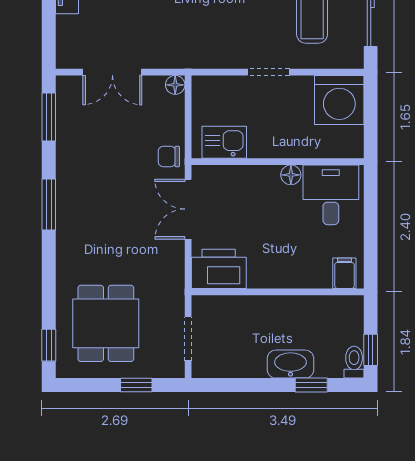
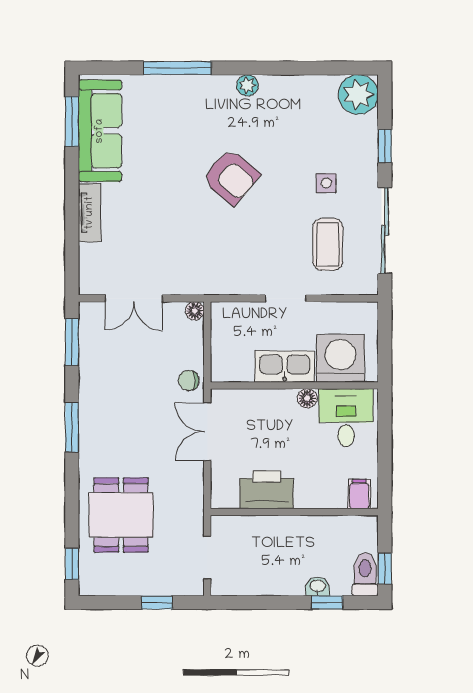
washing machine: (339, 100) -> (340, 358), moved, turned 180
kitchen sink: (224, 142) -> (285, 367), moved, width x1.38
printer: (219, 269) -> (267, 490), moved
dining table: (106, 323) -> (121, 515), moved
toilet: (354, 362) -> (365, 574), width x1.37, depth x1.39
washbasin: (291, 364) -> (318, 586), width x0.52, depth x0.69

